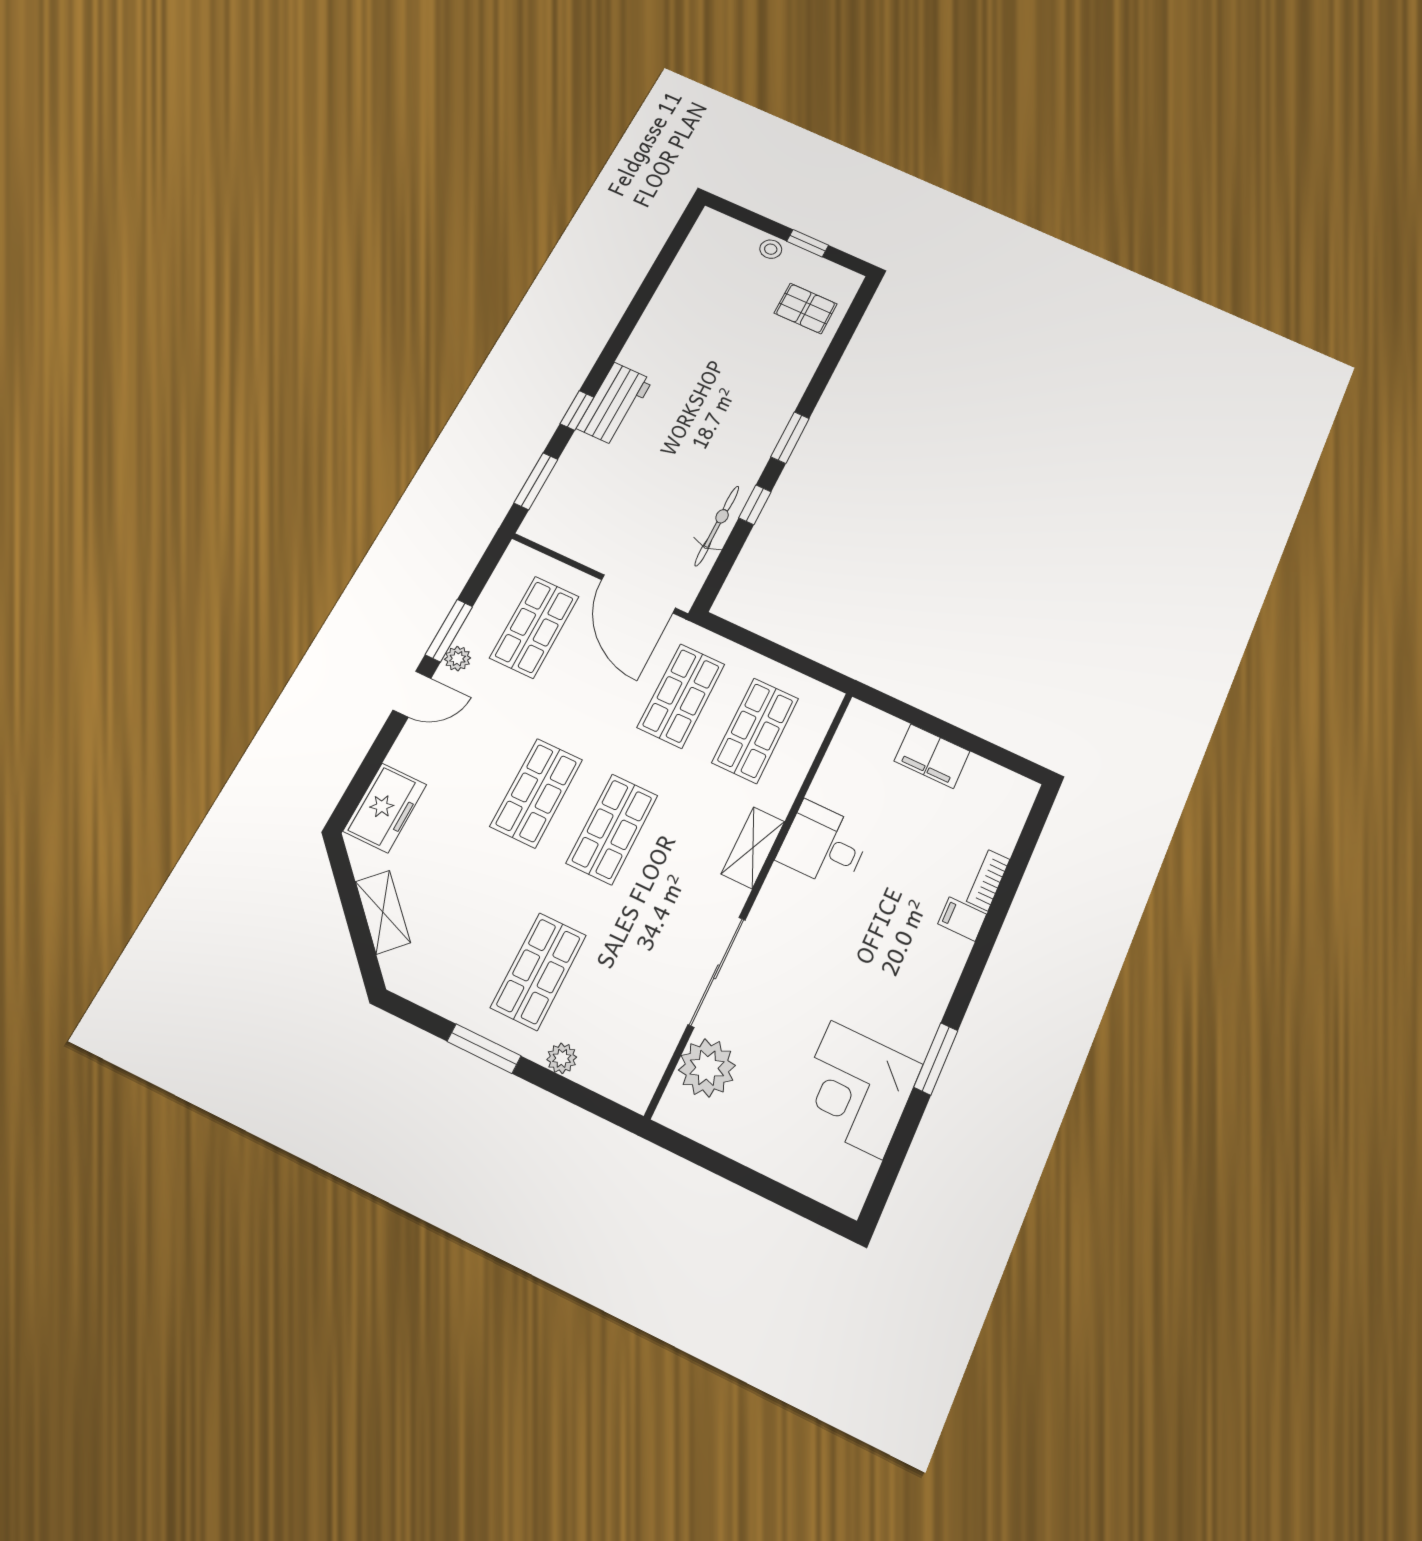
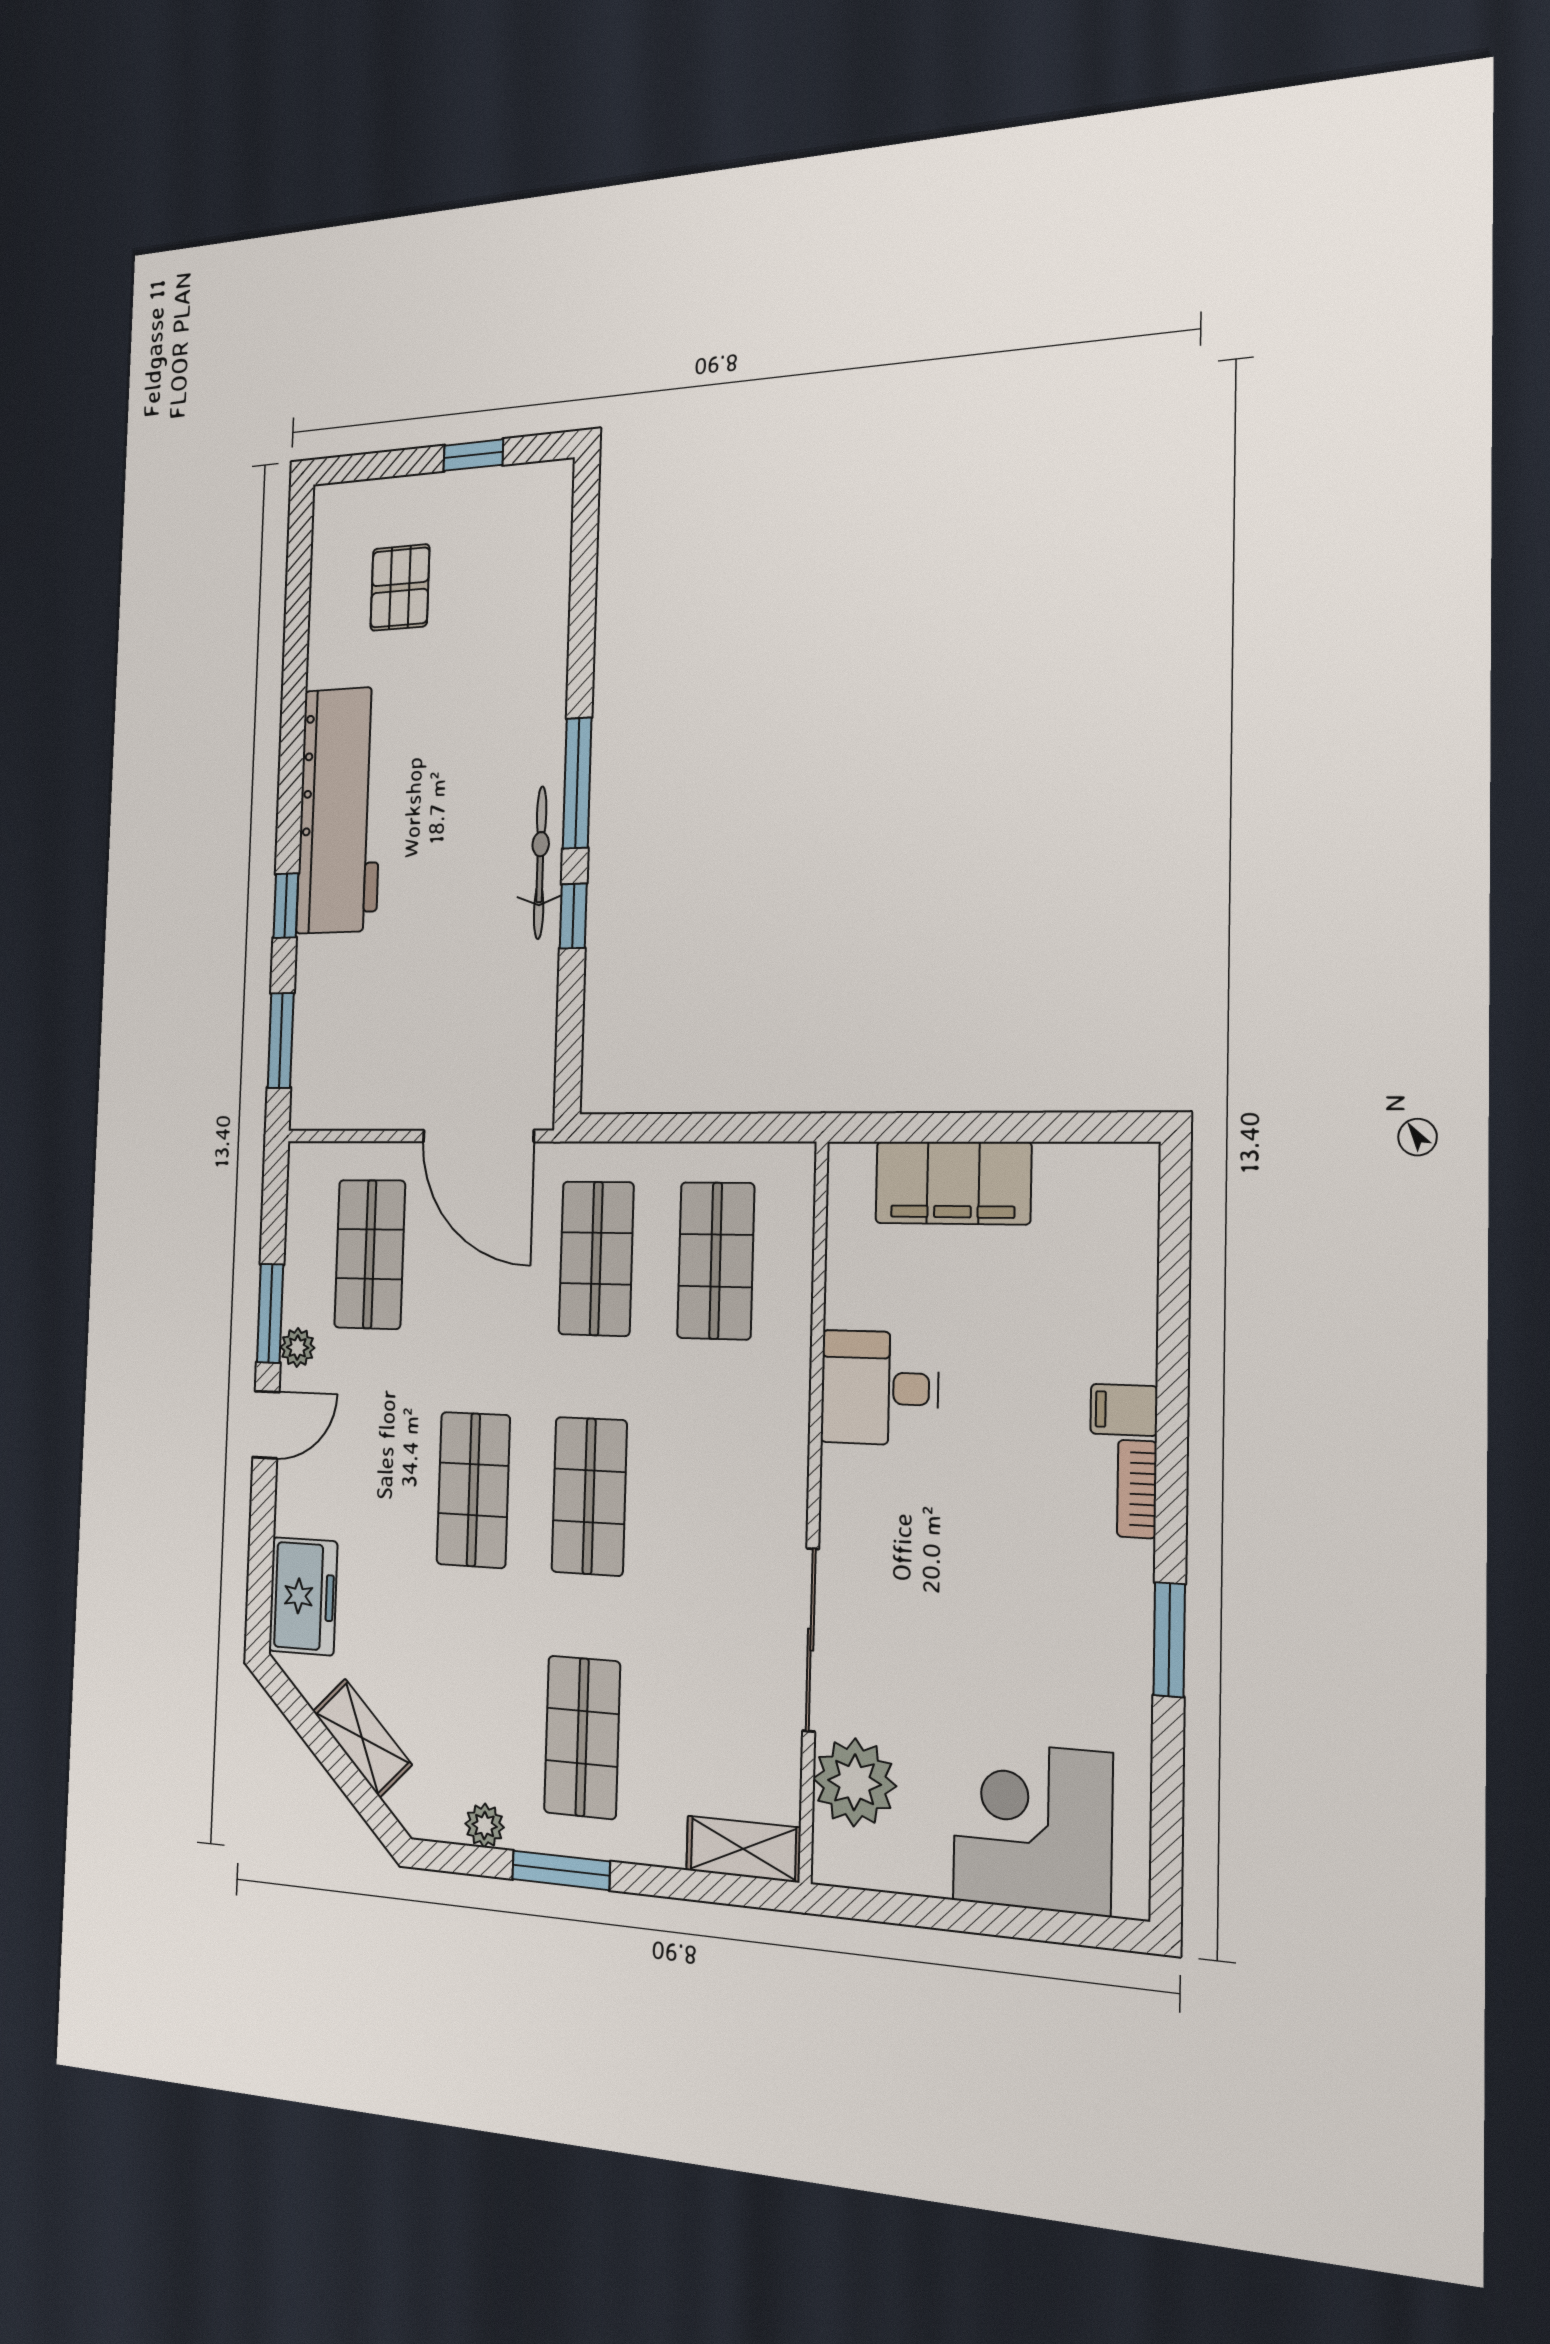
stool: (771, 249) -> (428, 497), removed
pallet: (806, 309) -> (400, 587), moved, turned 90
workbench: (615, 404) -> (340, 810), width x1.88, depth x1.32
window: (790, 438) -> (577, 783), width x1.44
bicycle: (717, 526) -> (540, 863), moved
filing cabinet: (932, 756) -> (953, 1183), width x1.50, depth x1.17
shelving: (753, 848) -> (743, 1849), moved, turned 90
bookcase: (988, 880) -> (1137, 1489), moved
plant: (562, 1058) -> (485, 1825), moved
corner desk: (856, 1089) -> (1032, 1827), moved, turned 90

